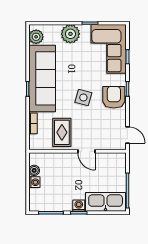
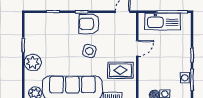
corner sofa: (109, 49) -> (46, 28), removed
kitchen sink: (106, 202) -> (162, 21), moved, turned -90
washing machine: (79, 206) -> (186, 78), moved

